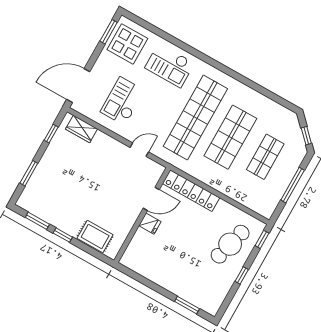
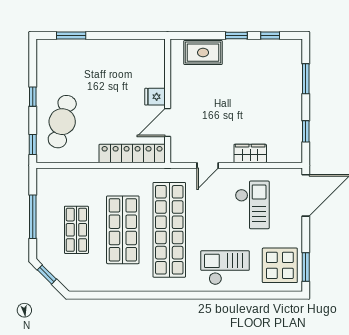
wardrobe: (82, 129) -> (250, 153), moved
window: (37, 221) -> (270, 36), width x0.67

